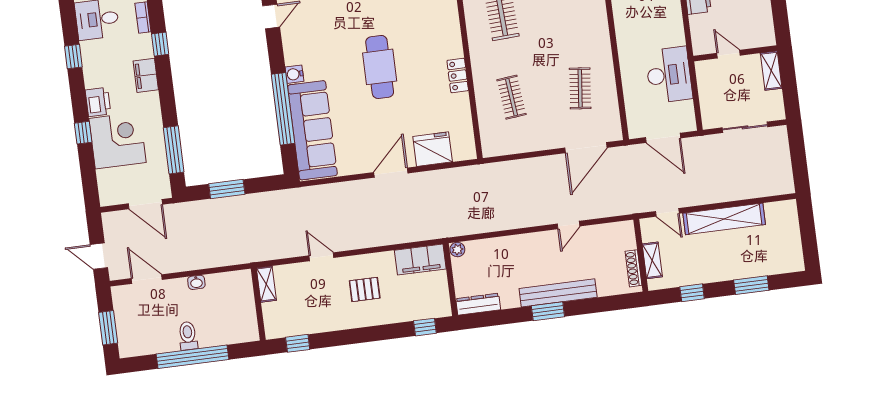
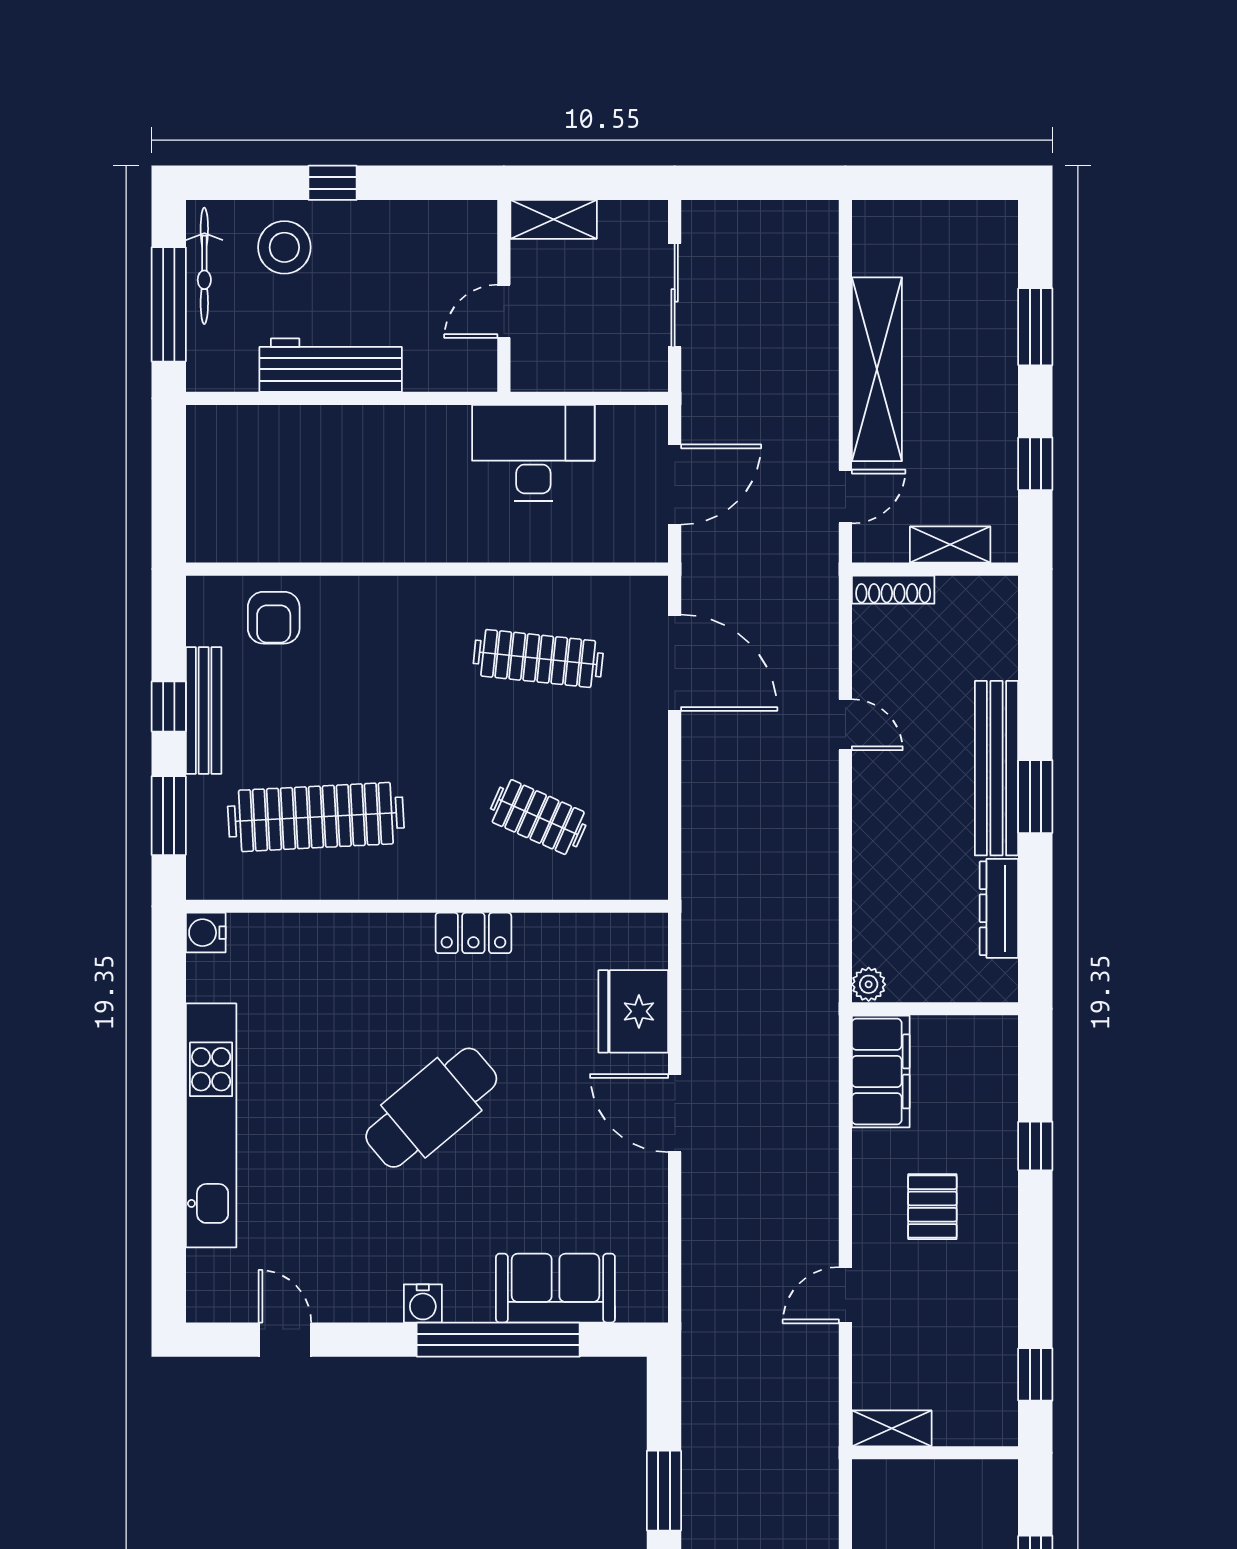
cafe table: (380, 67) -> (431, 1108), turned -40
clothes rail: (580, 88) -> (538, 658), width x1.36
clothes rail: (511, 97) -> (538, 817), turned 30
sofa: (312, 130) -> (555, 1288), width x0.54, depth x0.79
shoe rack: (634, 268) -> (893, 590), moved
dresser: (478, 304) -> (999, 908), moved
window: (425, 327) -> (1035, 1146), moved

